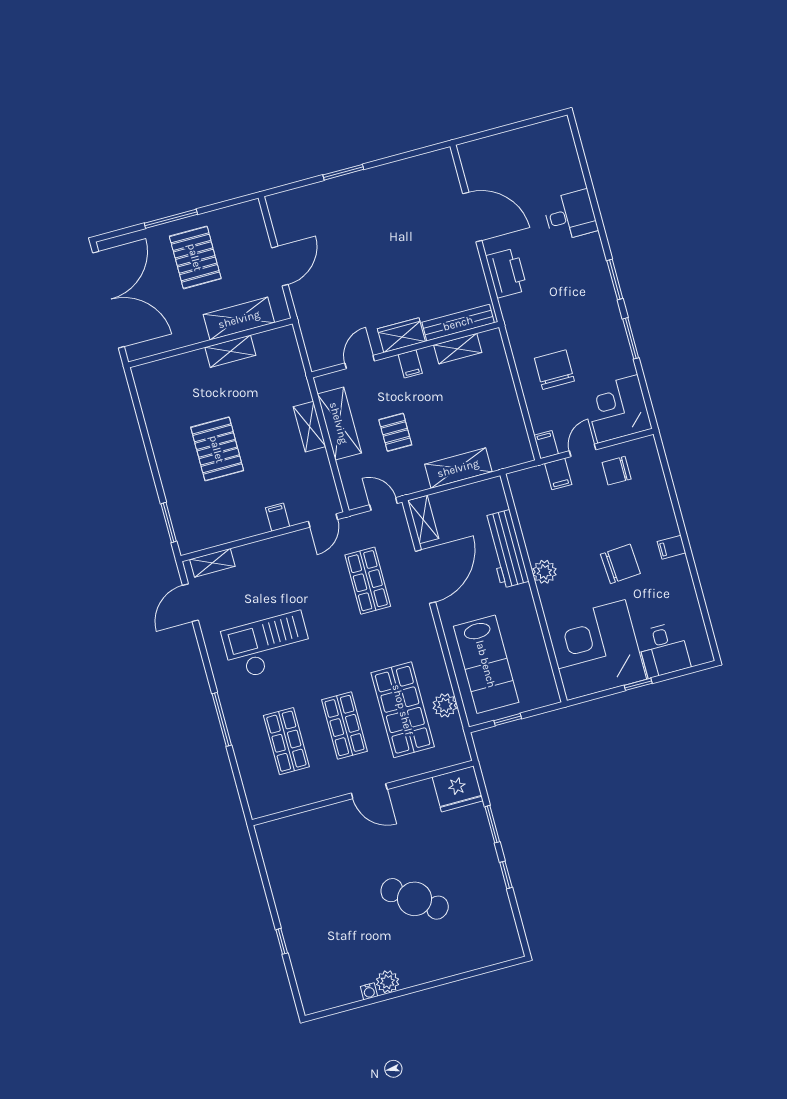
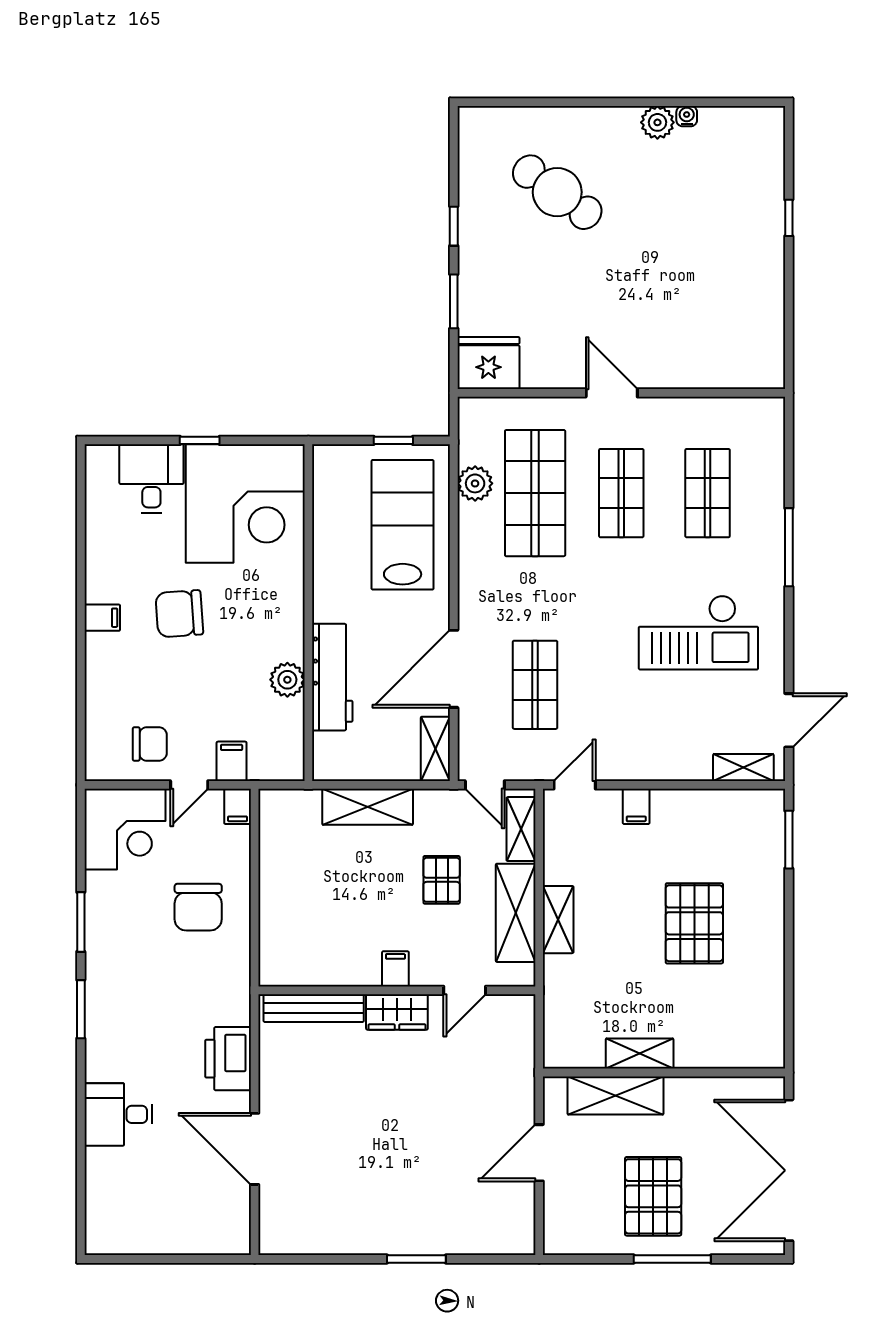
shelving: (458, 349) -> (521, 829), moved, turned 90
plant: (544, 572) -> (287, 680), moved
cafe table: (415, 899) -> (557, 192), moved

